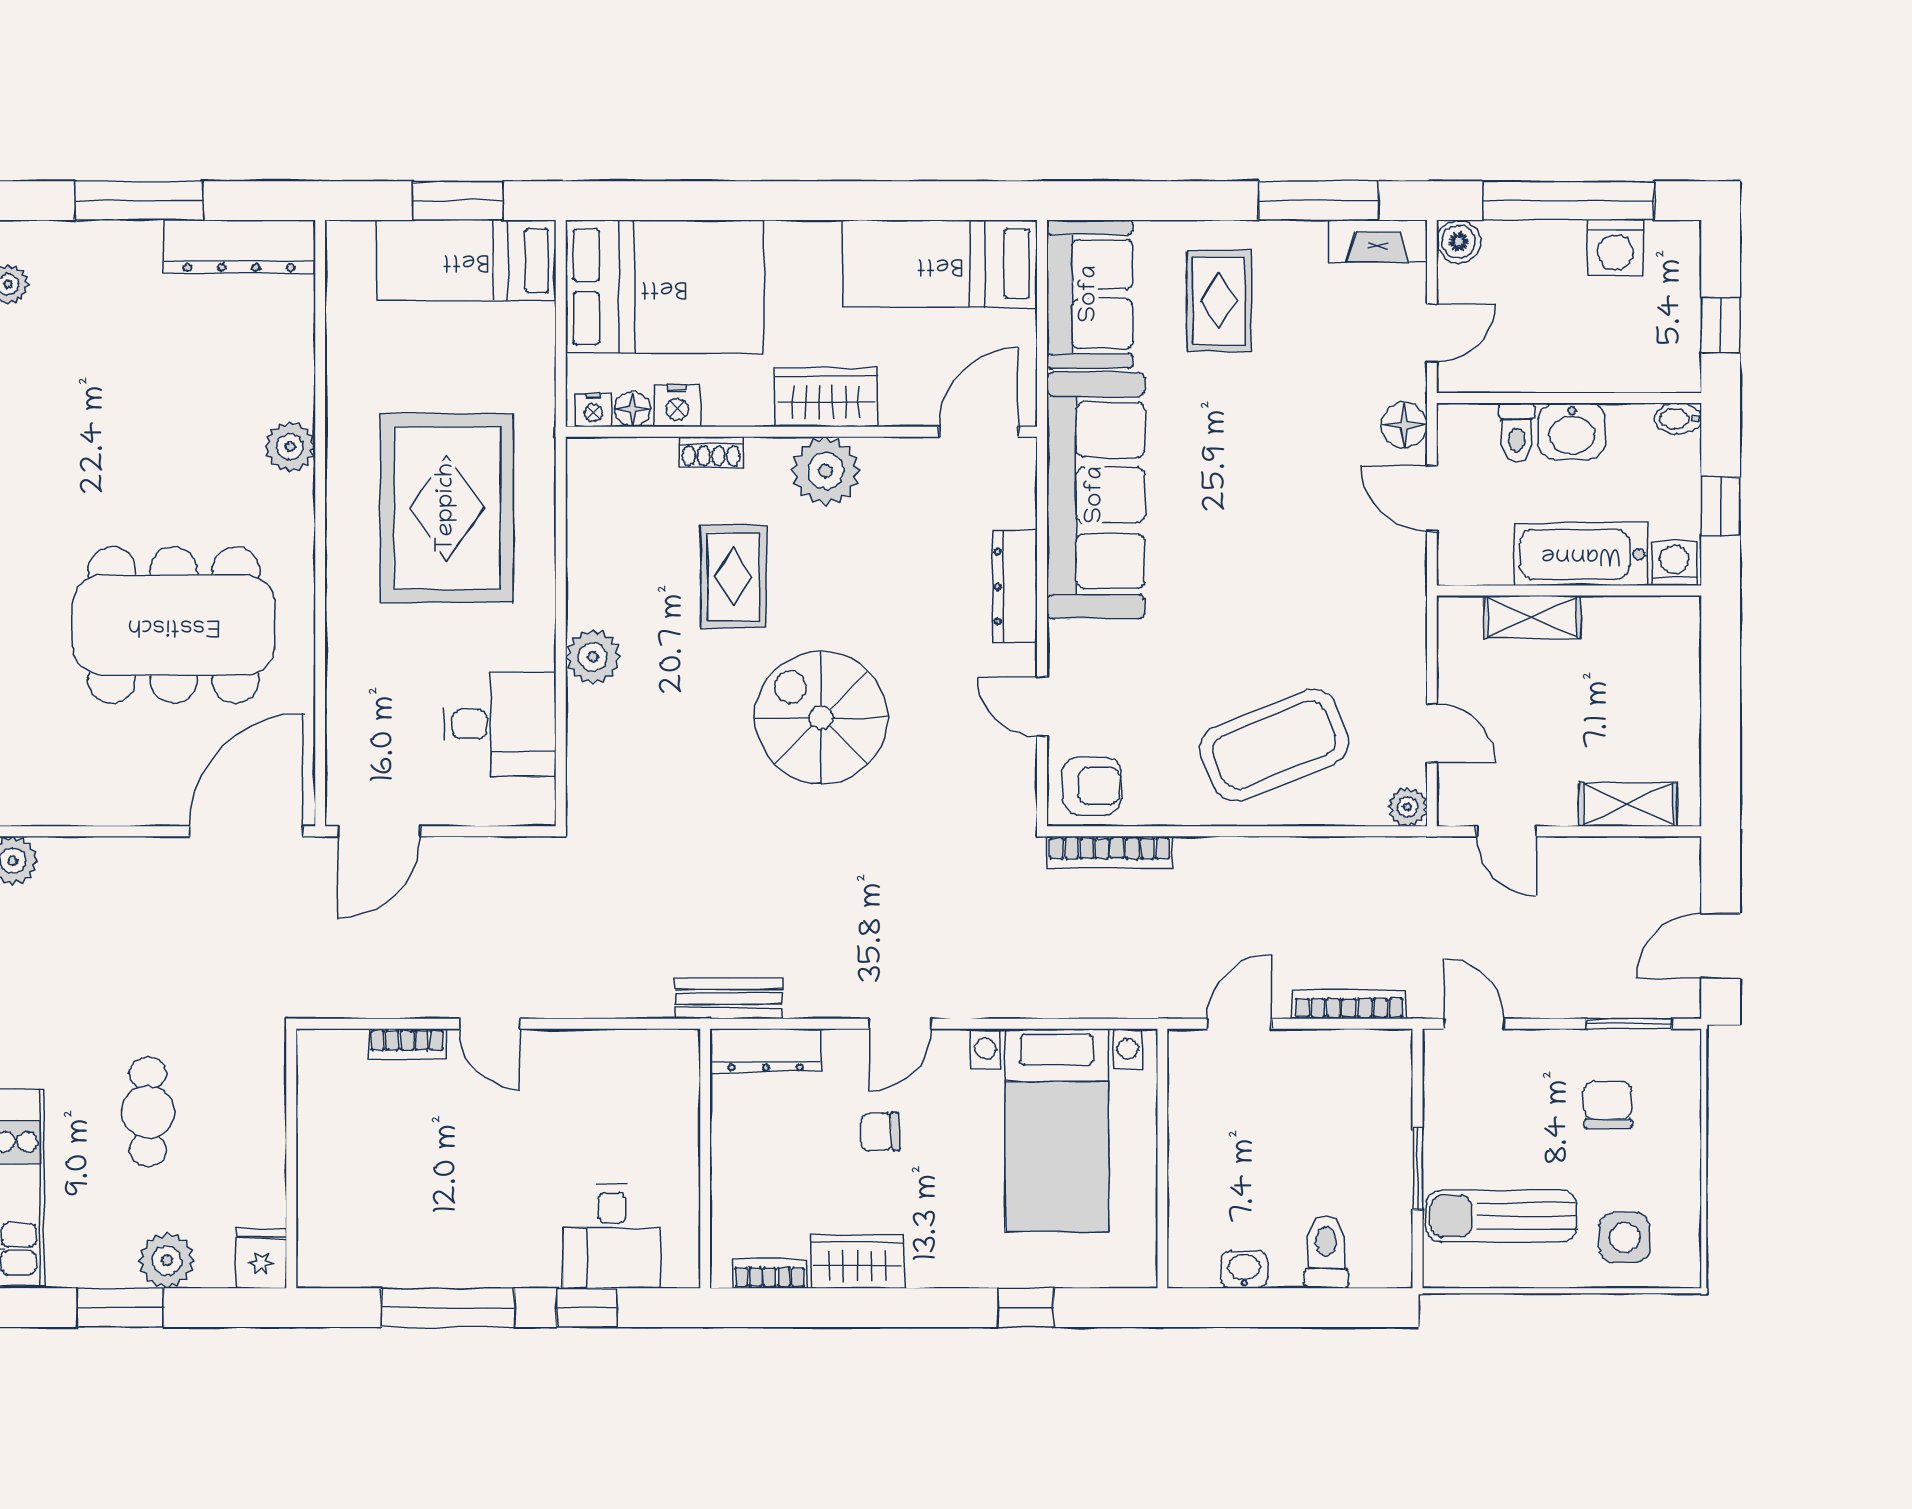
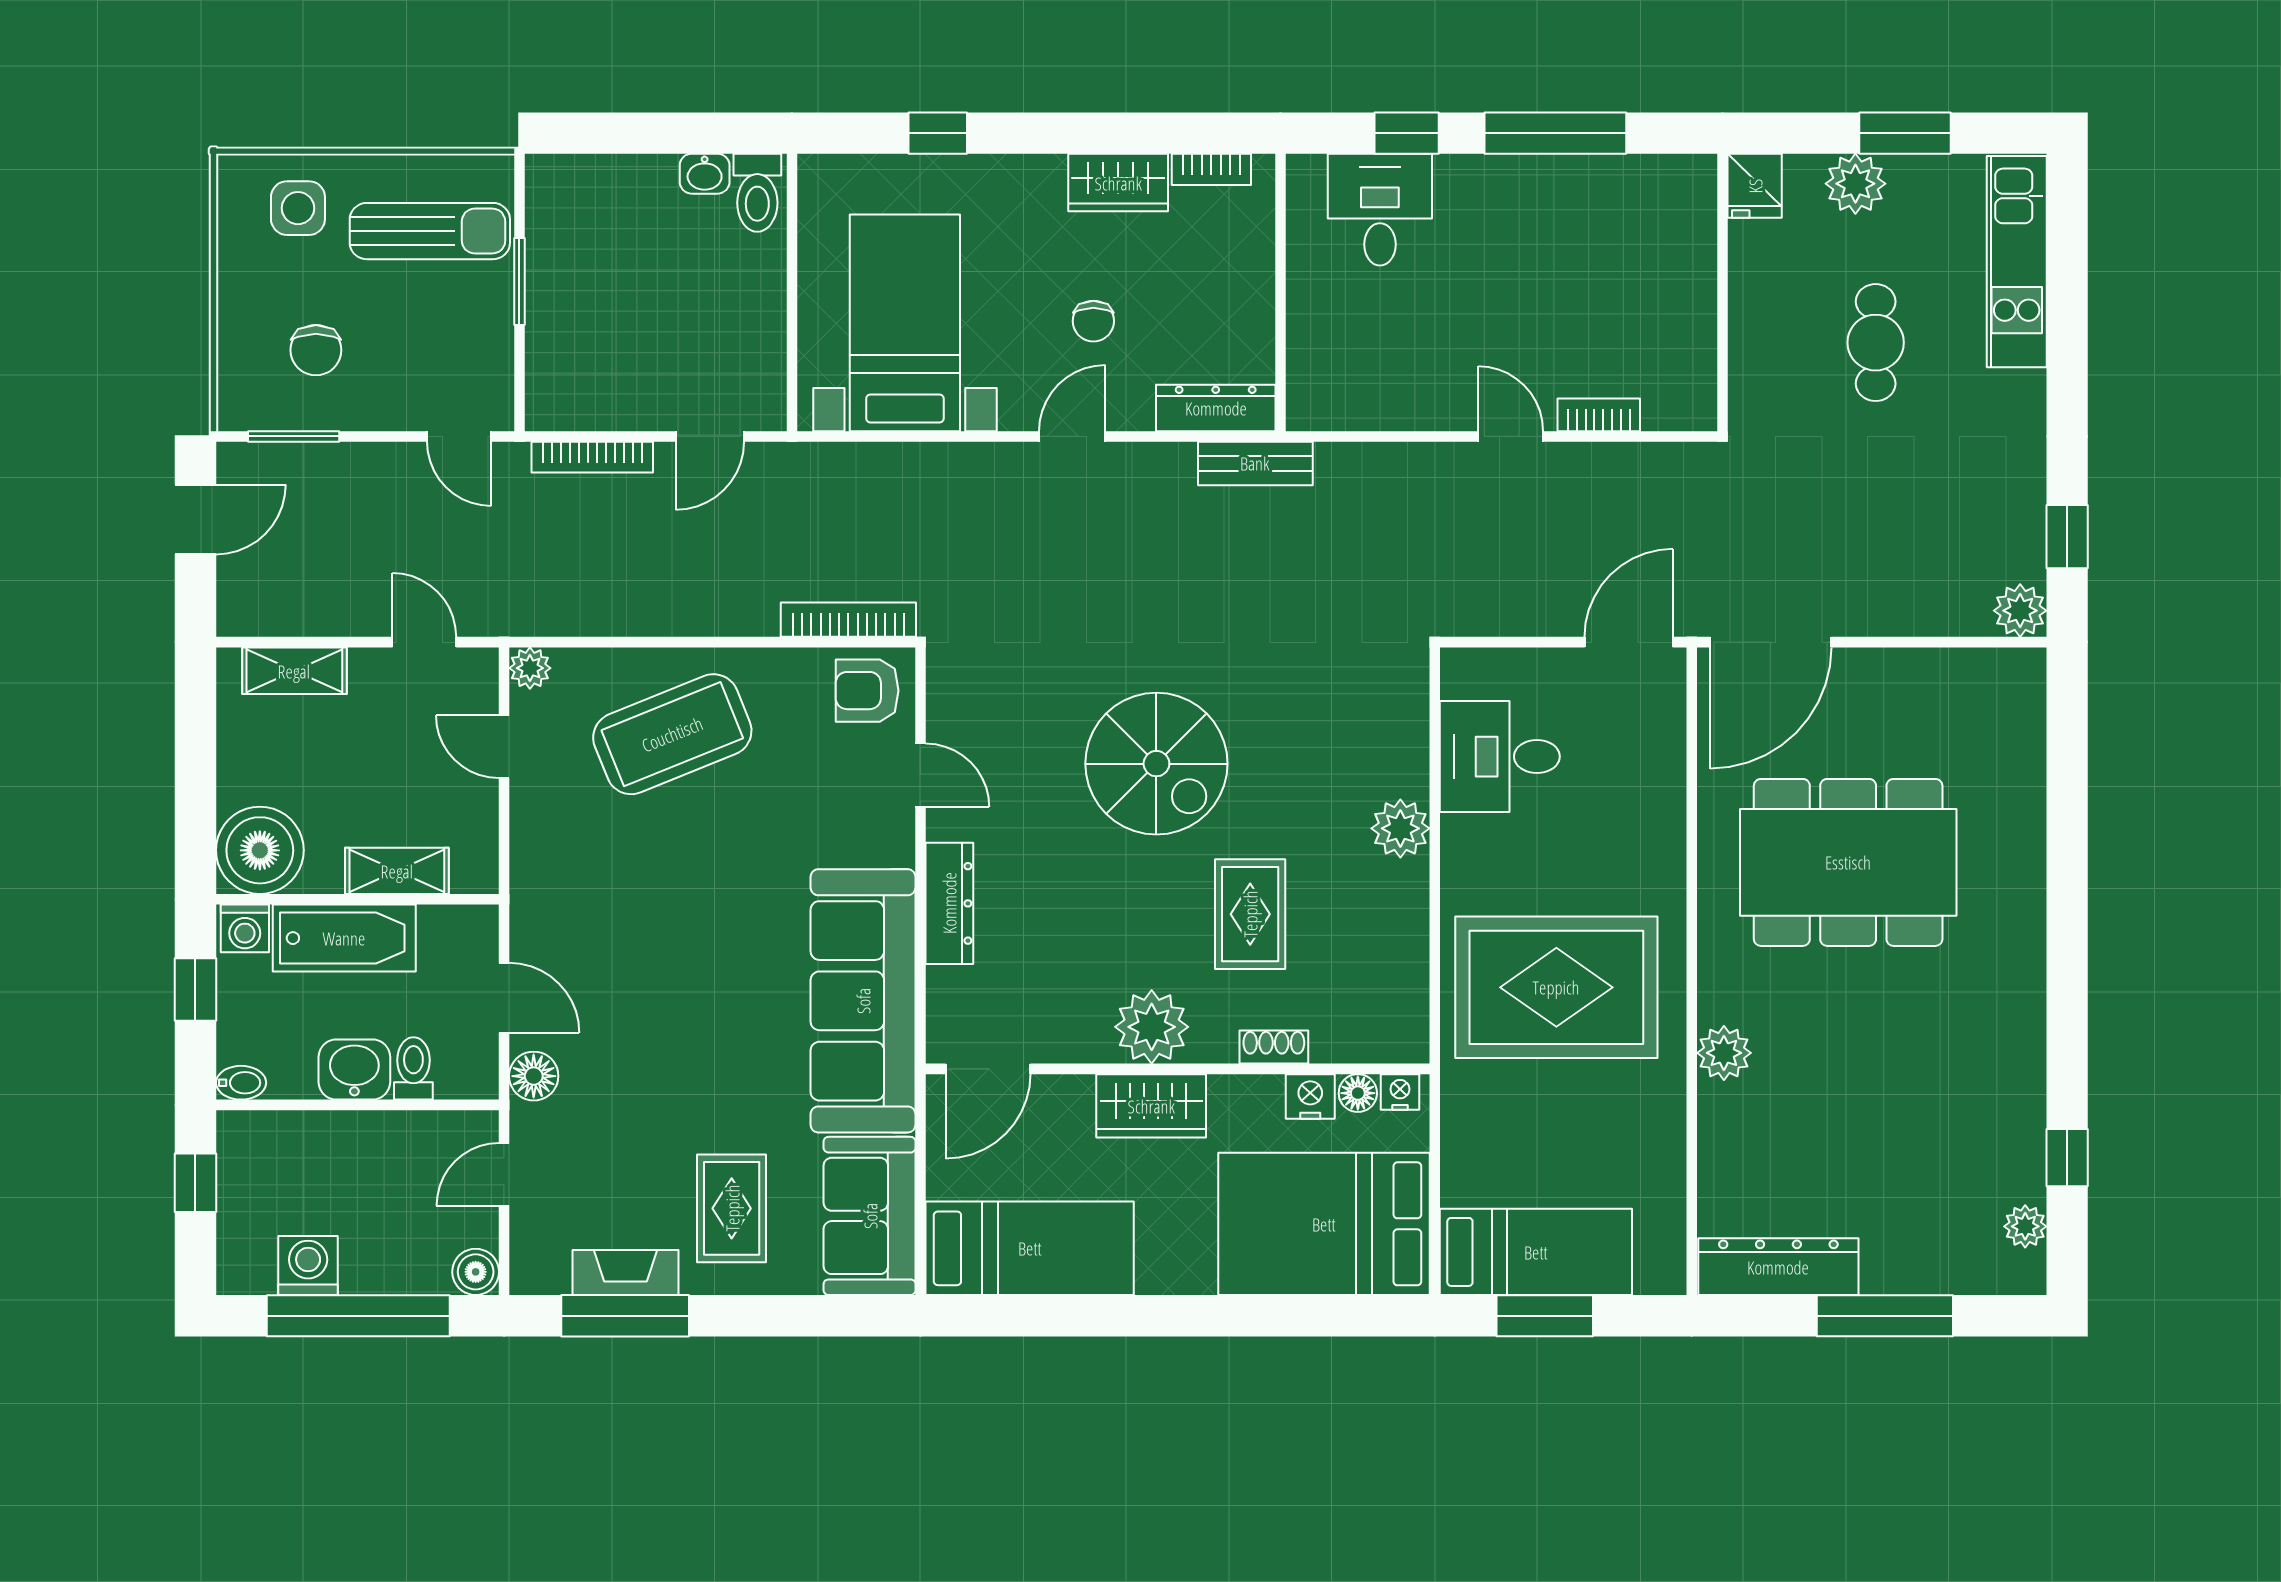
fireplace: (1378, 241) -> (626, 1273), moved
rug: (447, 508) -> (1556, 987), turned 90
boiler: (1660, 636) -> (260, 850), added
chair: (880, 1132) -> (1093, 321), turned 92
toilet: (1326, 1252) -> (757, 193), moved

